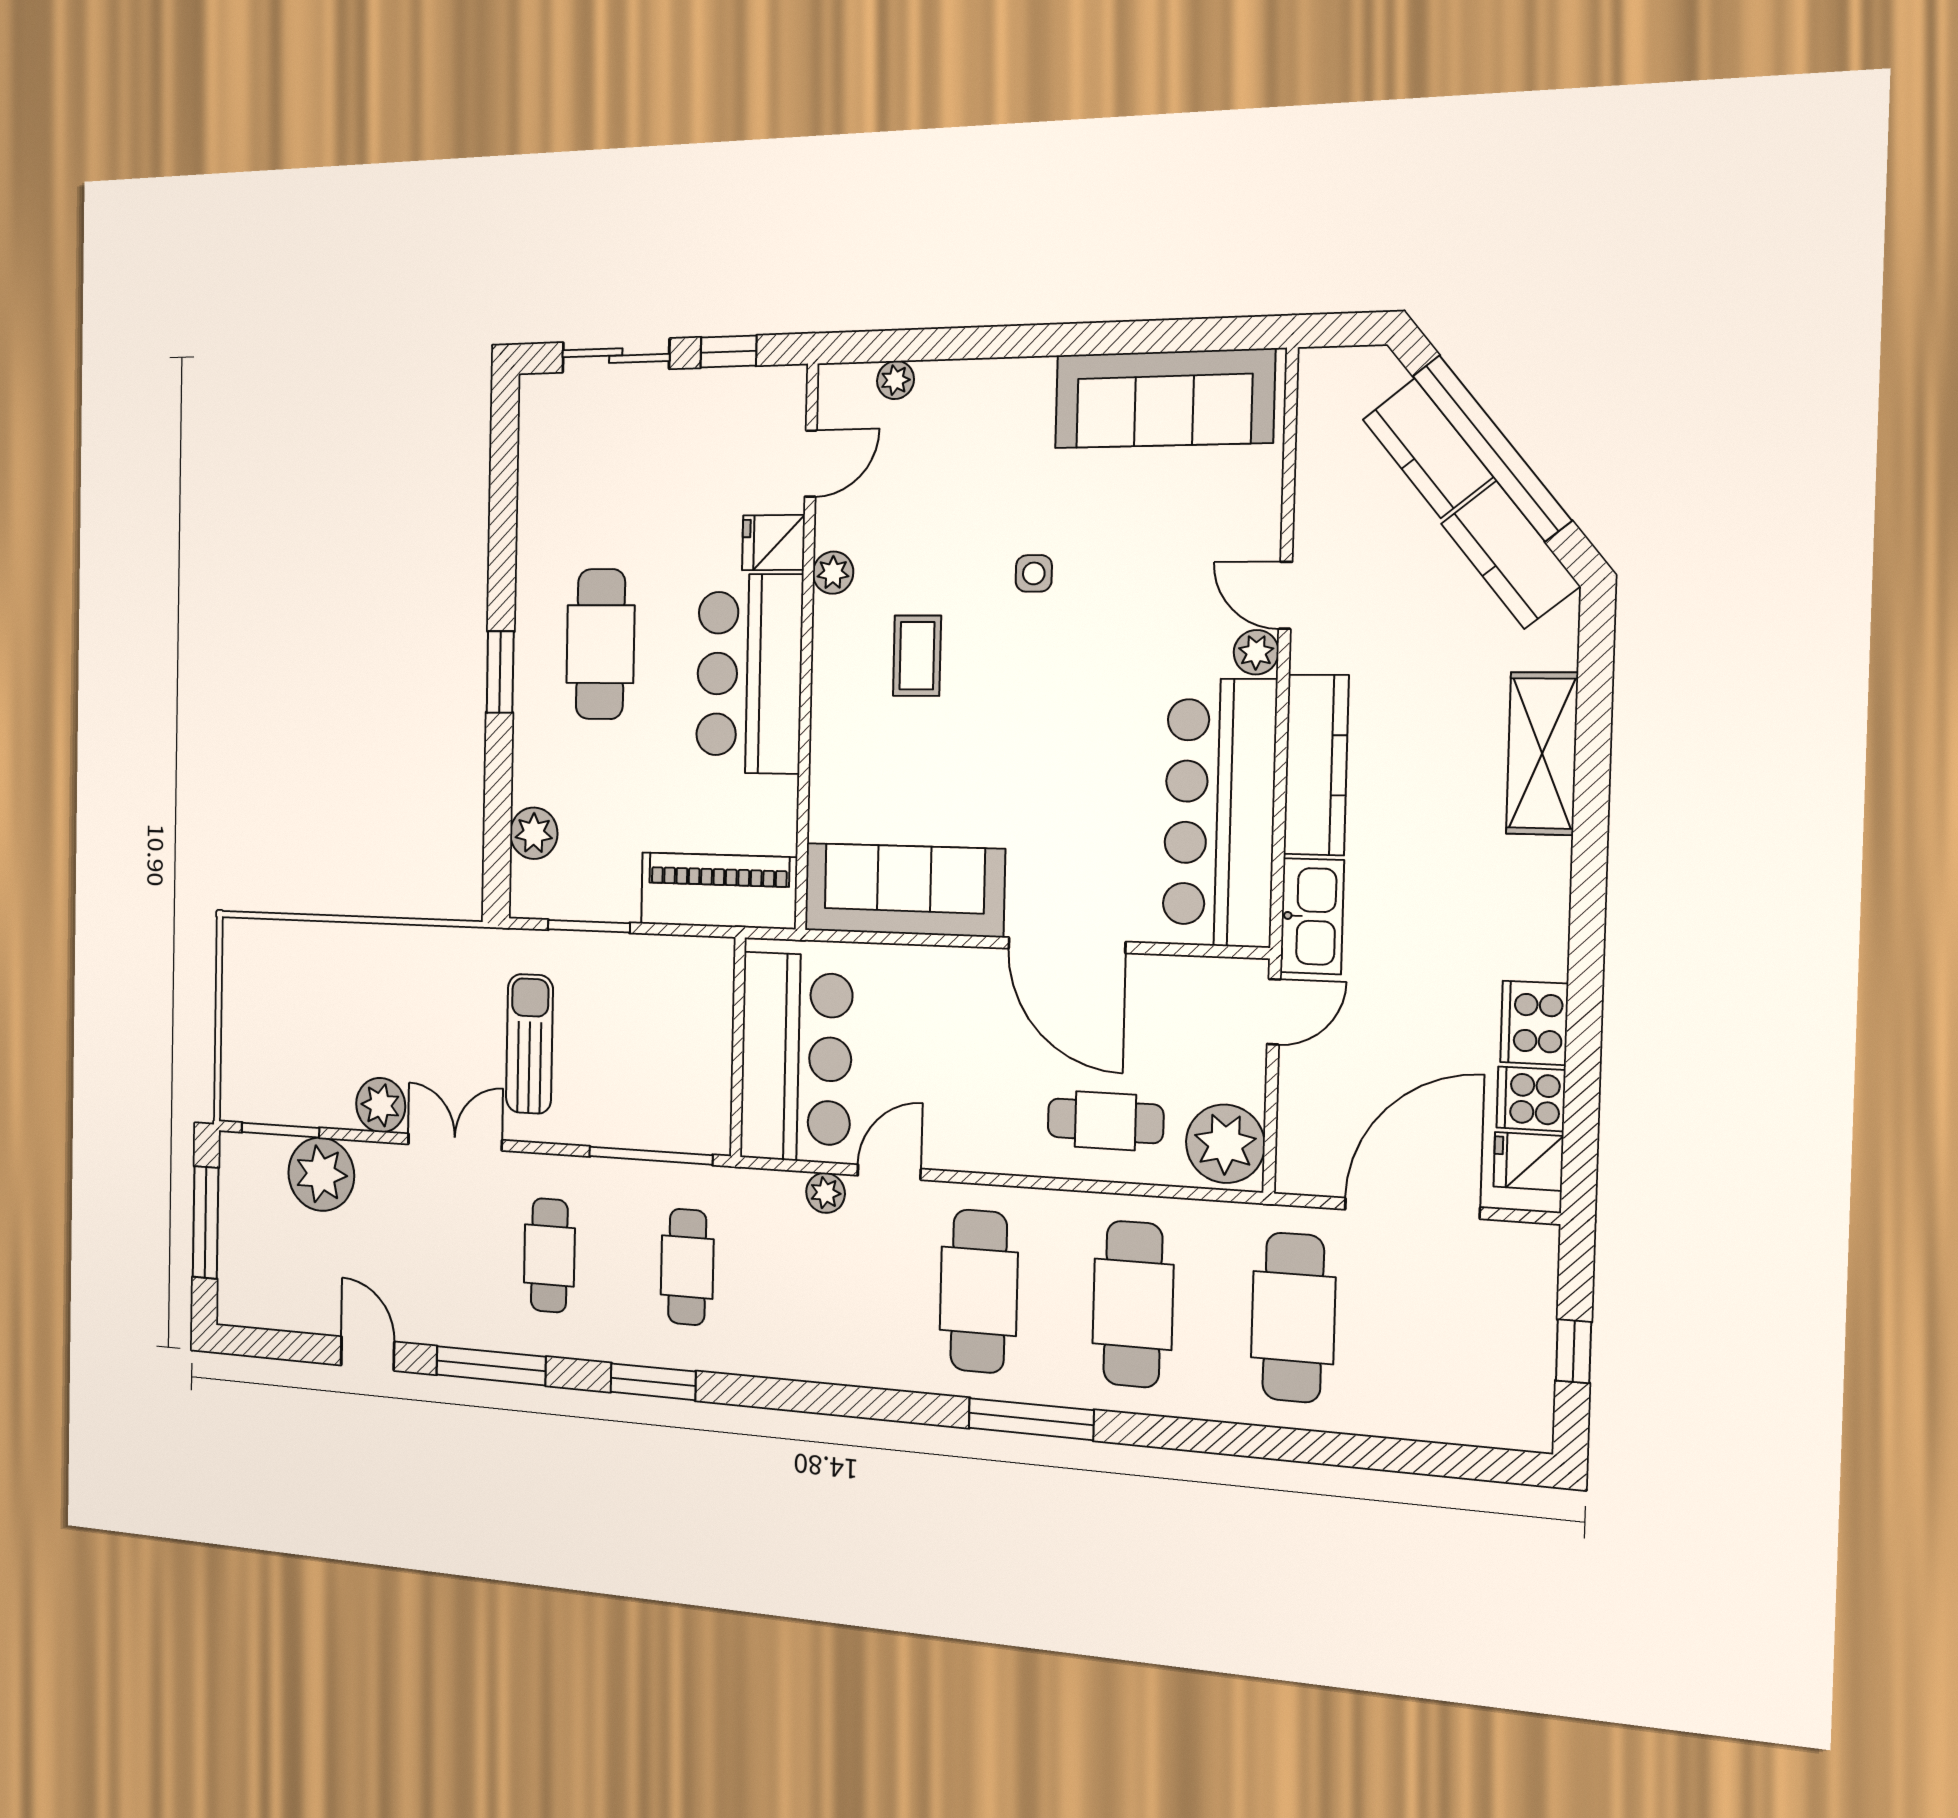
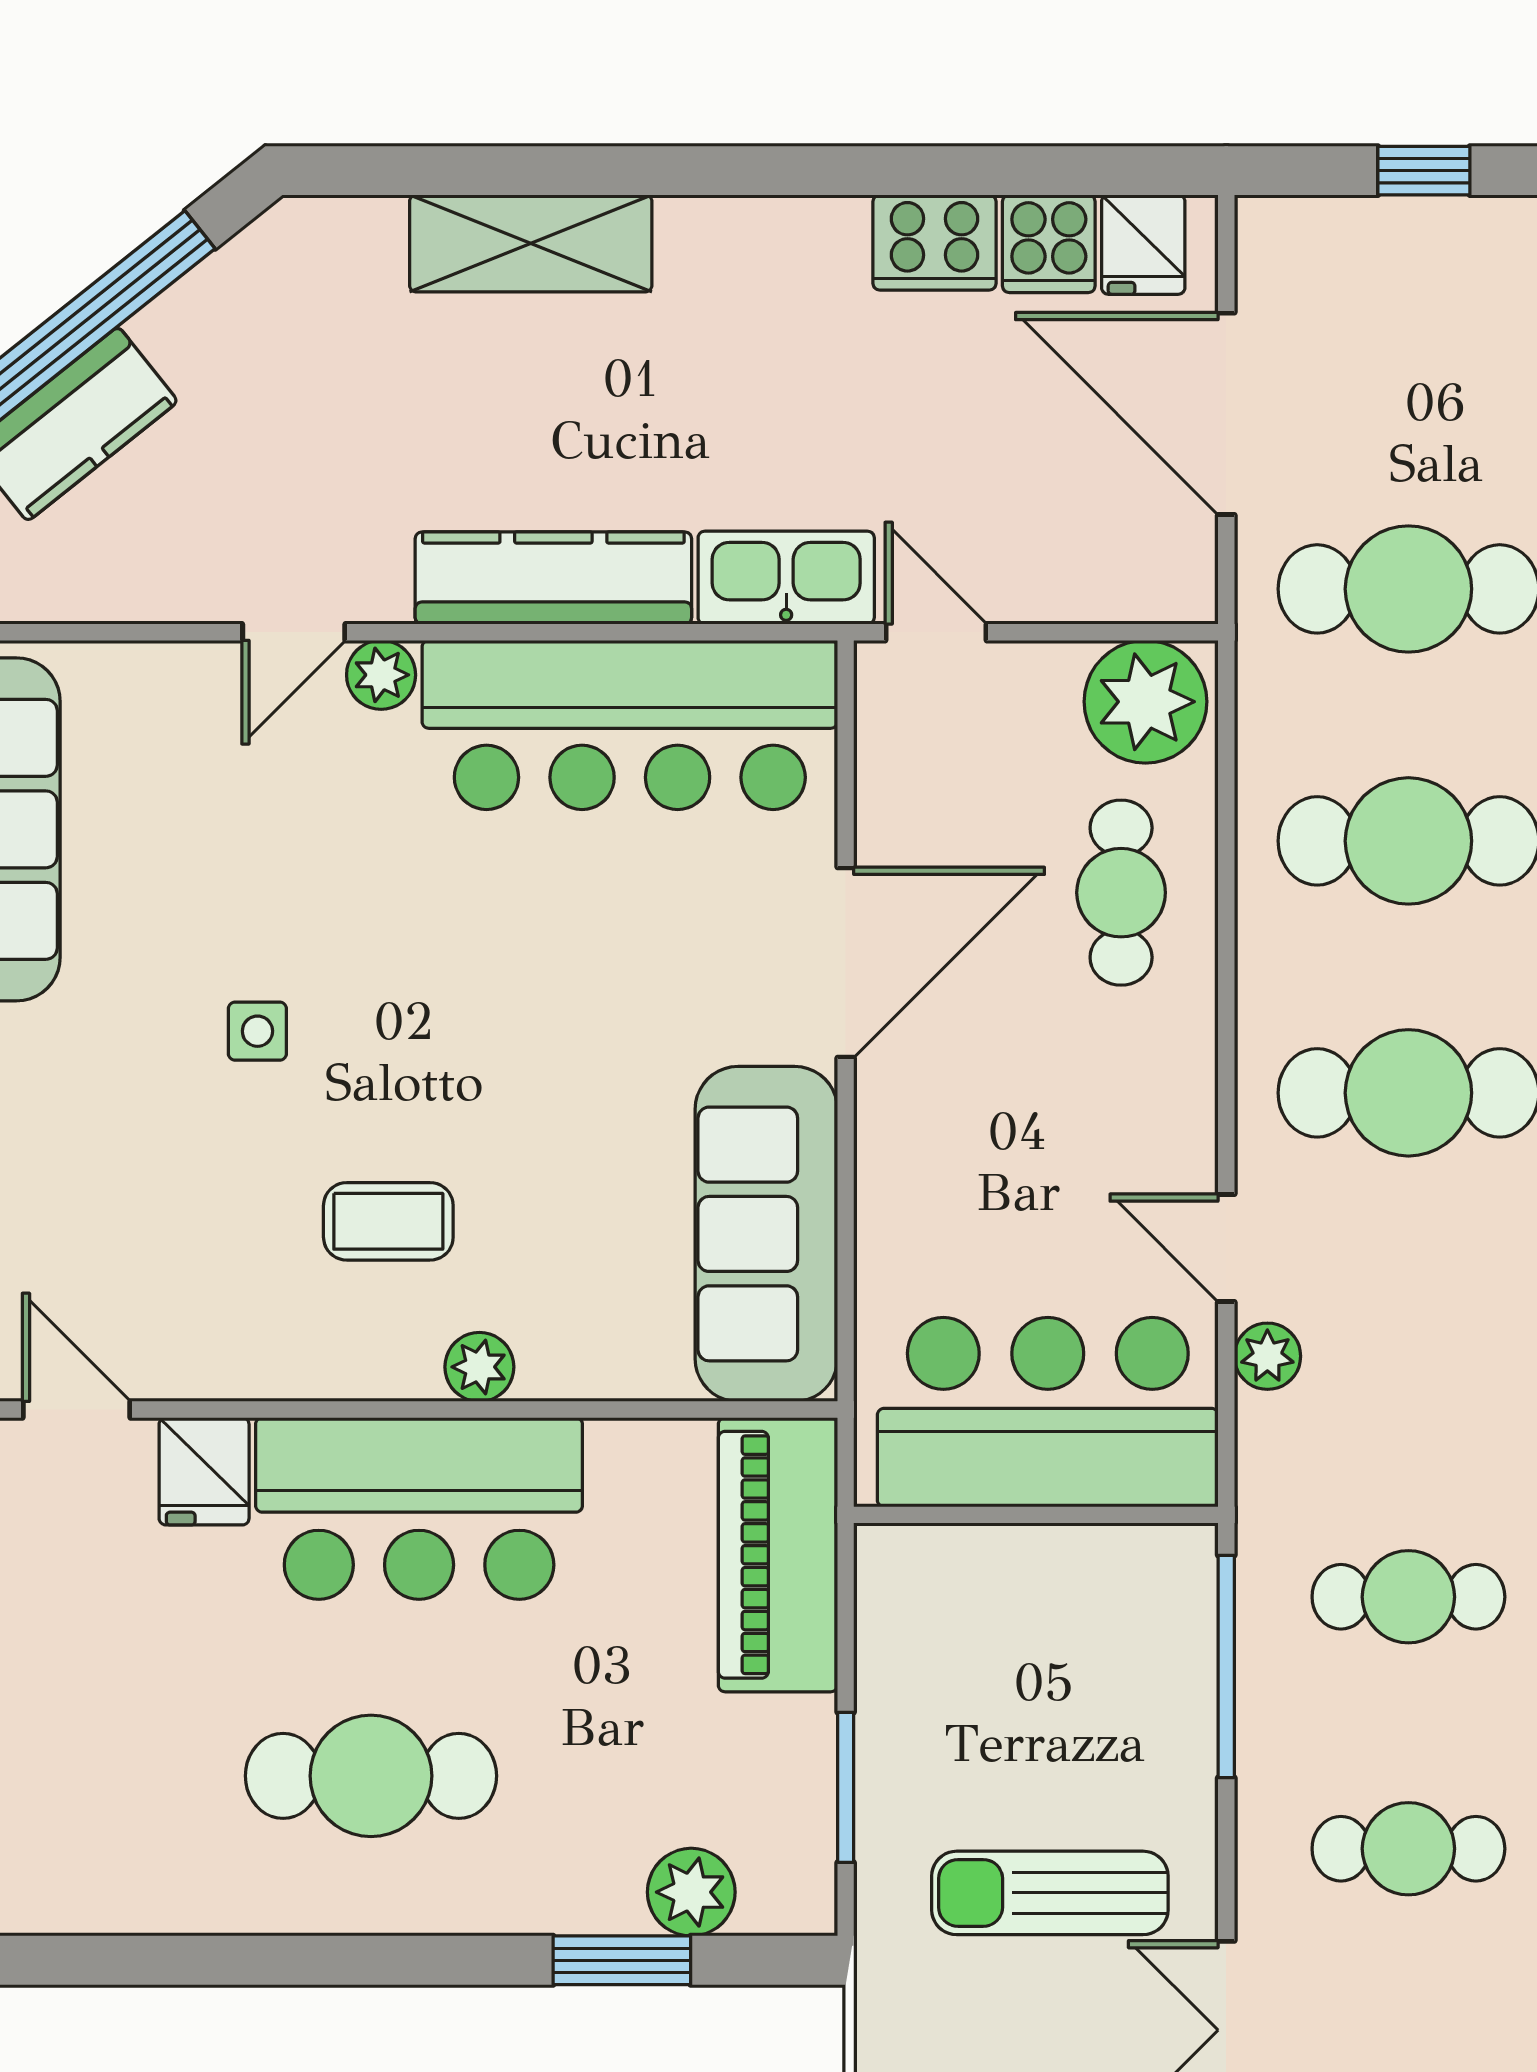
kitchen counter: (1510, 555) -> (234, 298), removed
plant: (833, 573) -> (479, 1367), moved
window: (500, 672) -> (622, 1960), moved

